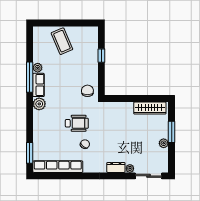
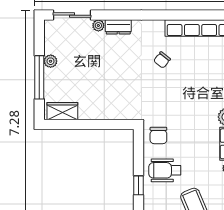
wardrobe: (150, 108) -> (62, 111), width x0.67
wheelchair: (77, 123) -> (165, 170), moved
window: (172, 132) -> (39, 77), width x1.44

